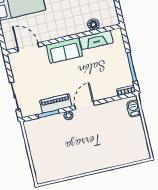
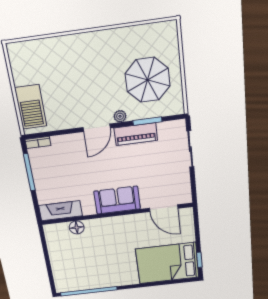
fireplace: (96, 40) -> (61, 211), moved
barbecue: (134, 109) -> (31, 107), width x1.88, depth x1.53
parasol: (52, 143) -> (147, 80), added

